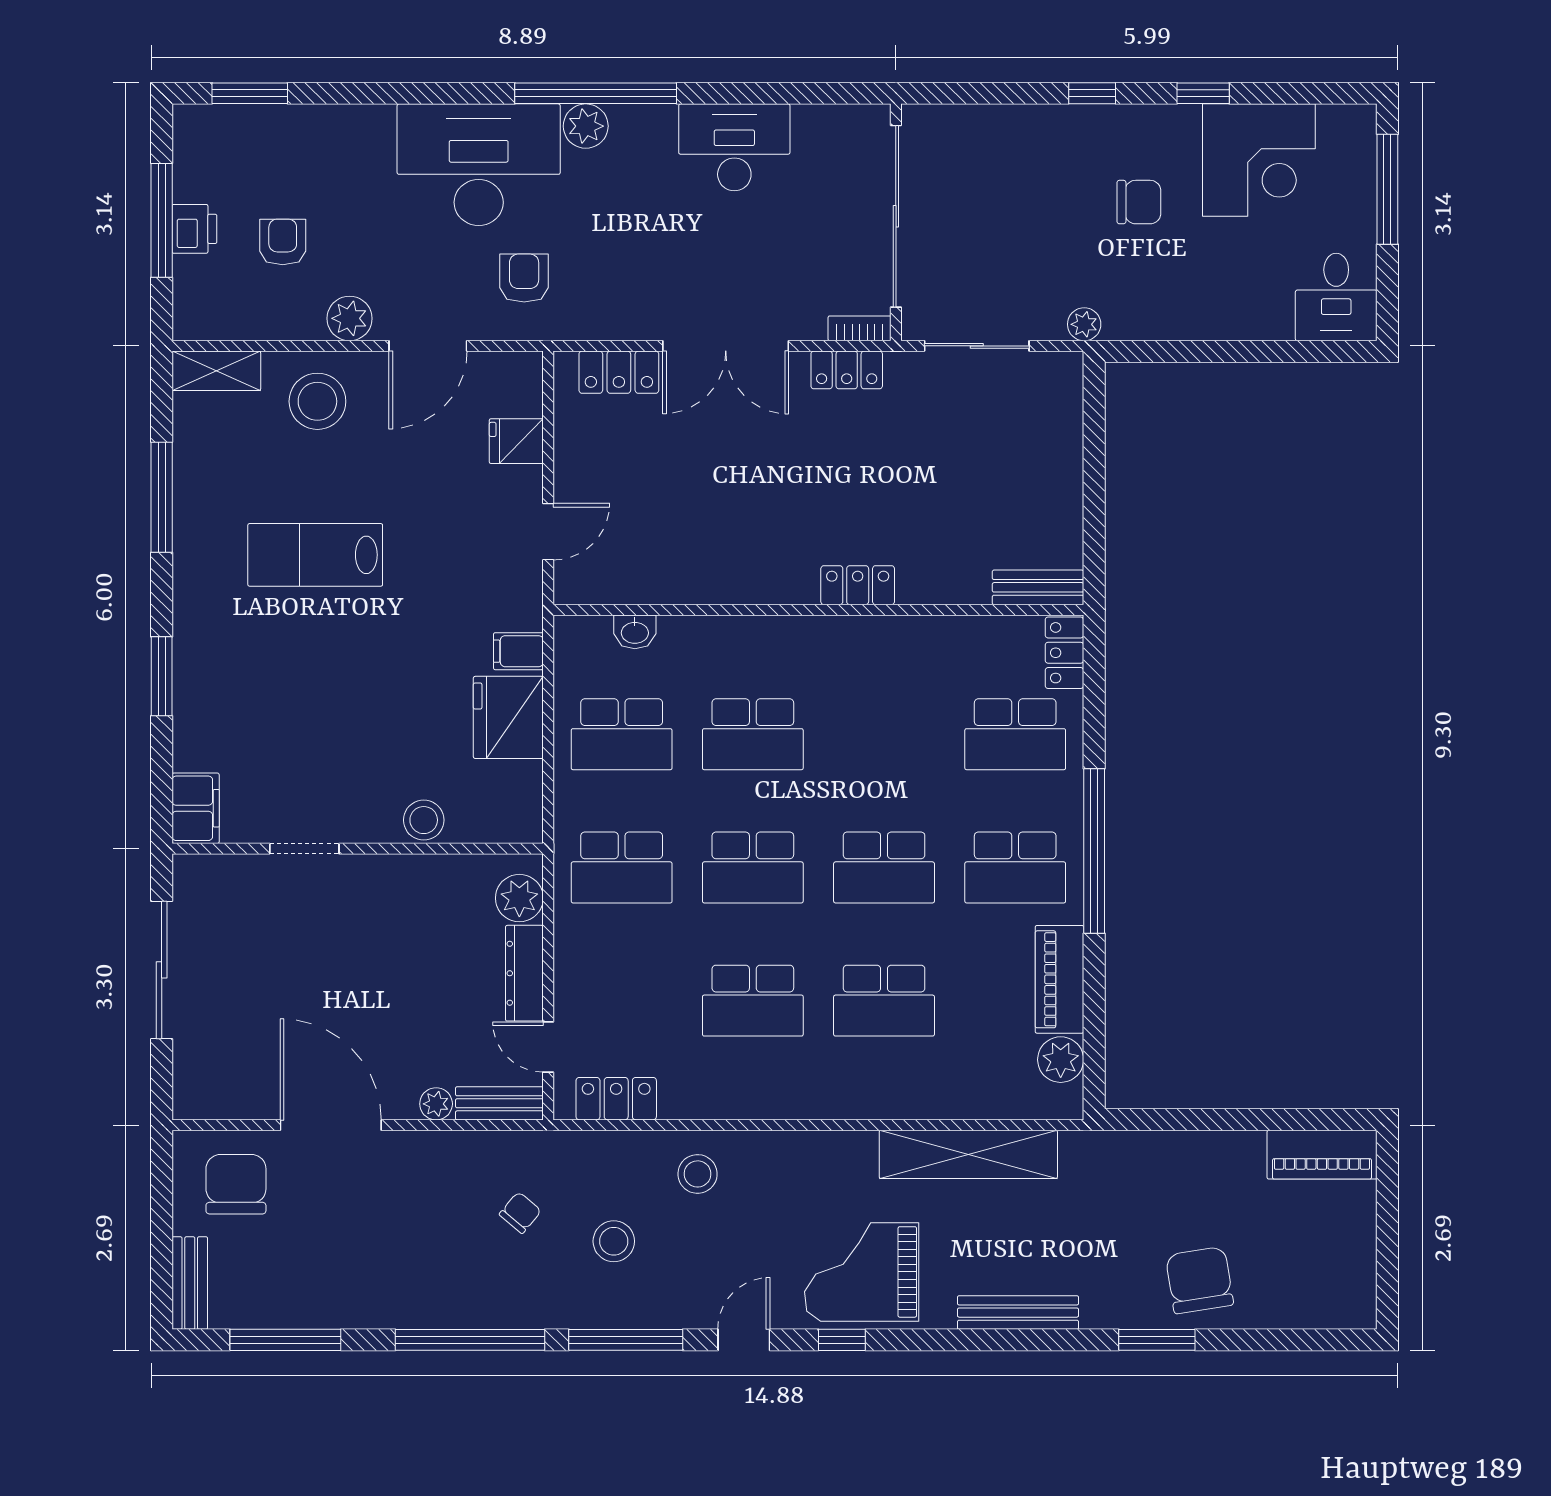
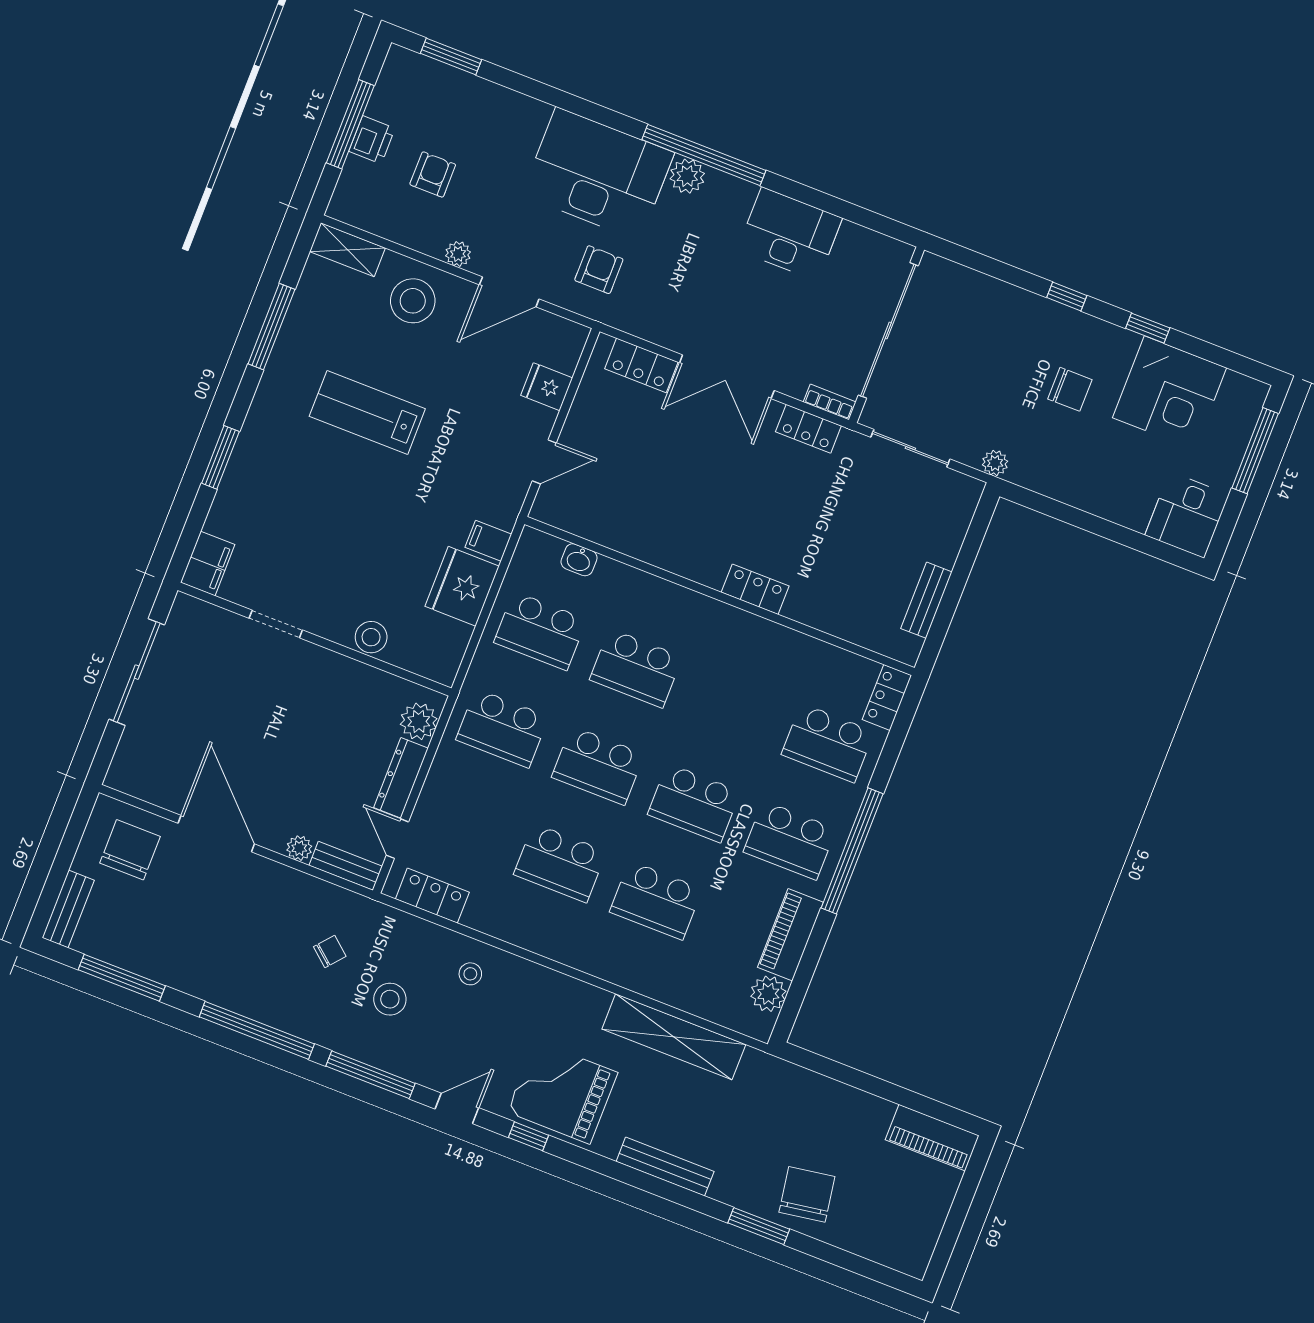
plant: (350, 318) -> (458, 254), width x0.73, depth x0.73
bench: (1038, 587) -> (926, 600), moved, turned 90
stool: (698, 1174) -> (470, 974), width x0.73, depth x0.73

